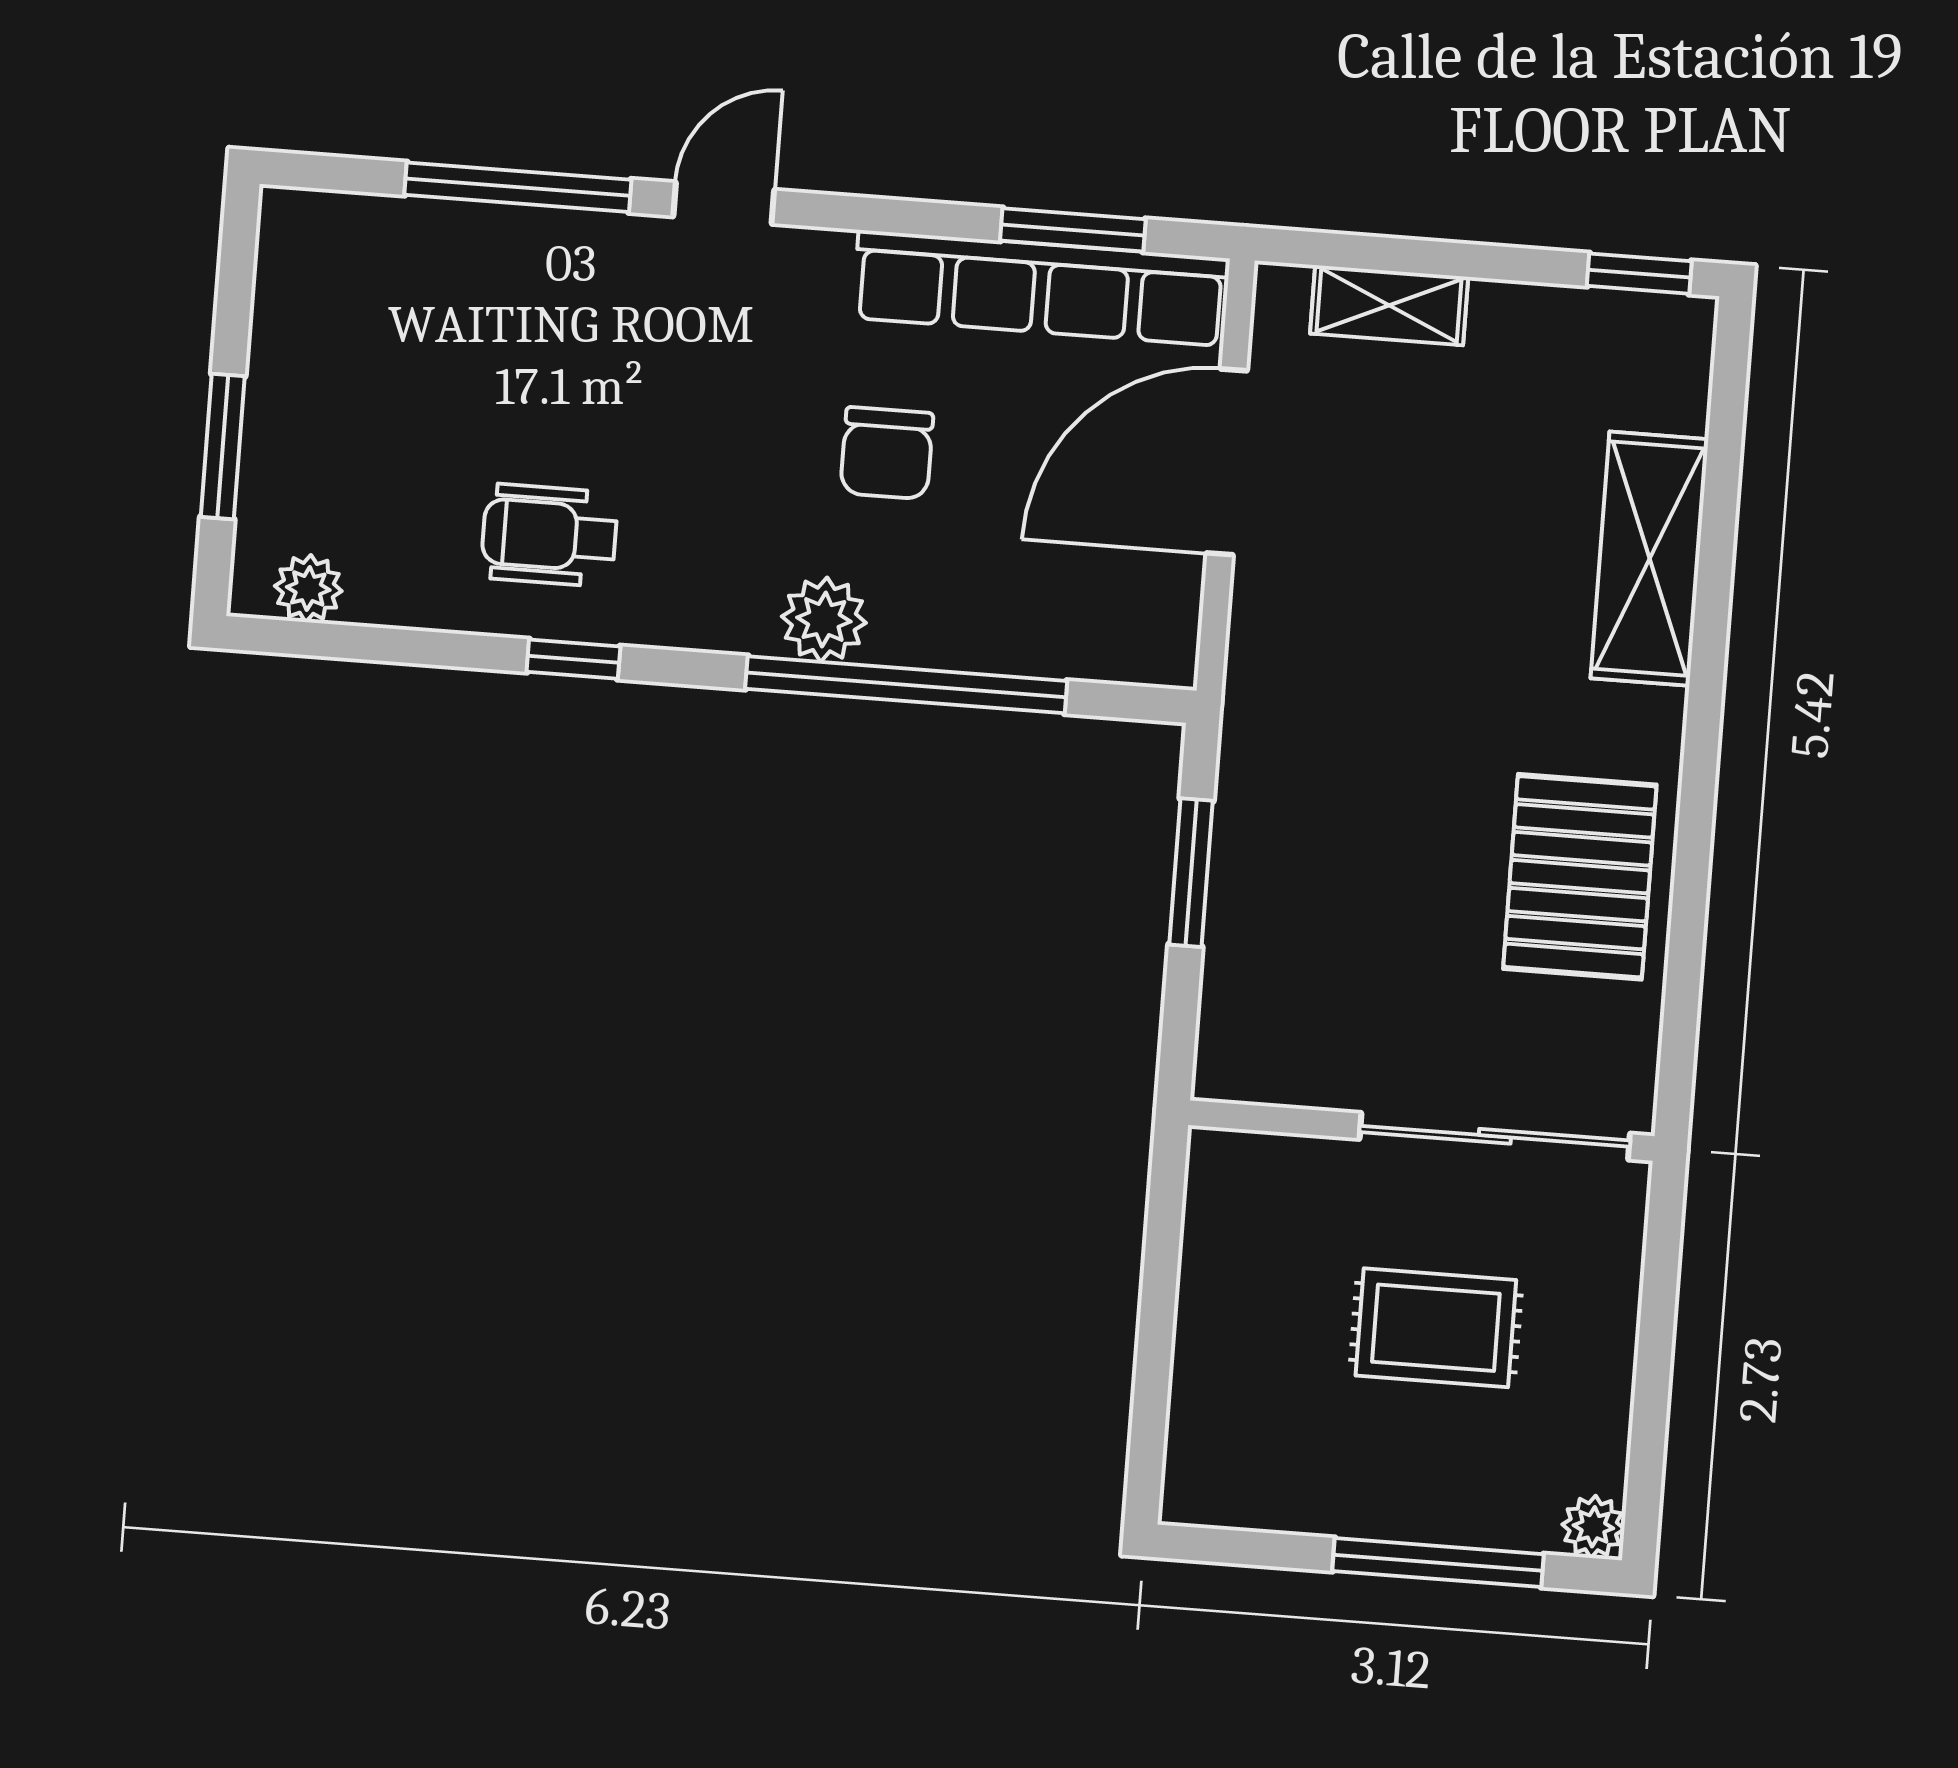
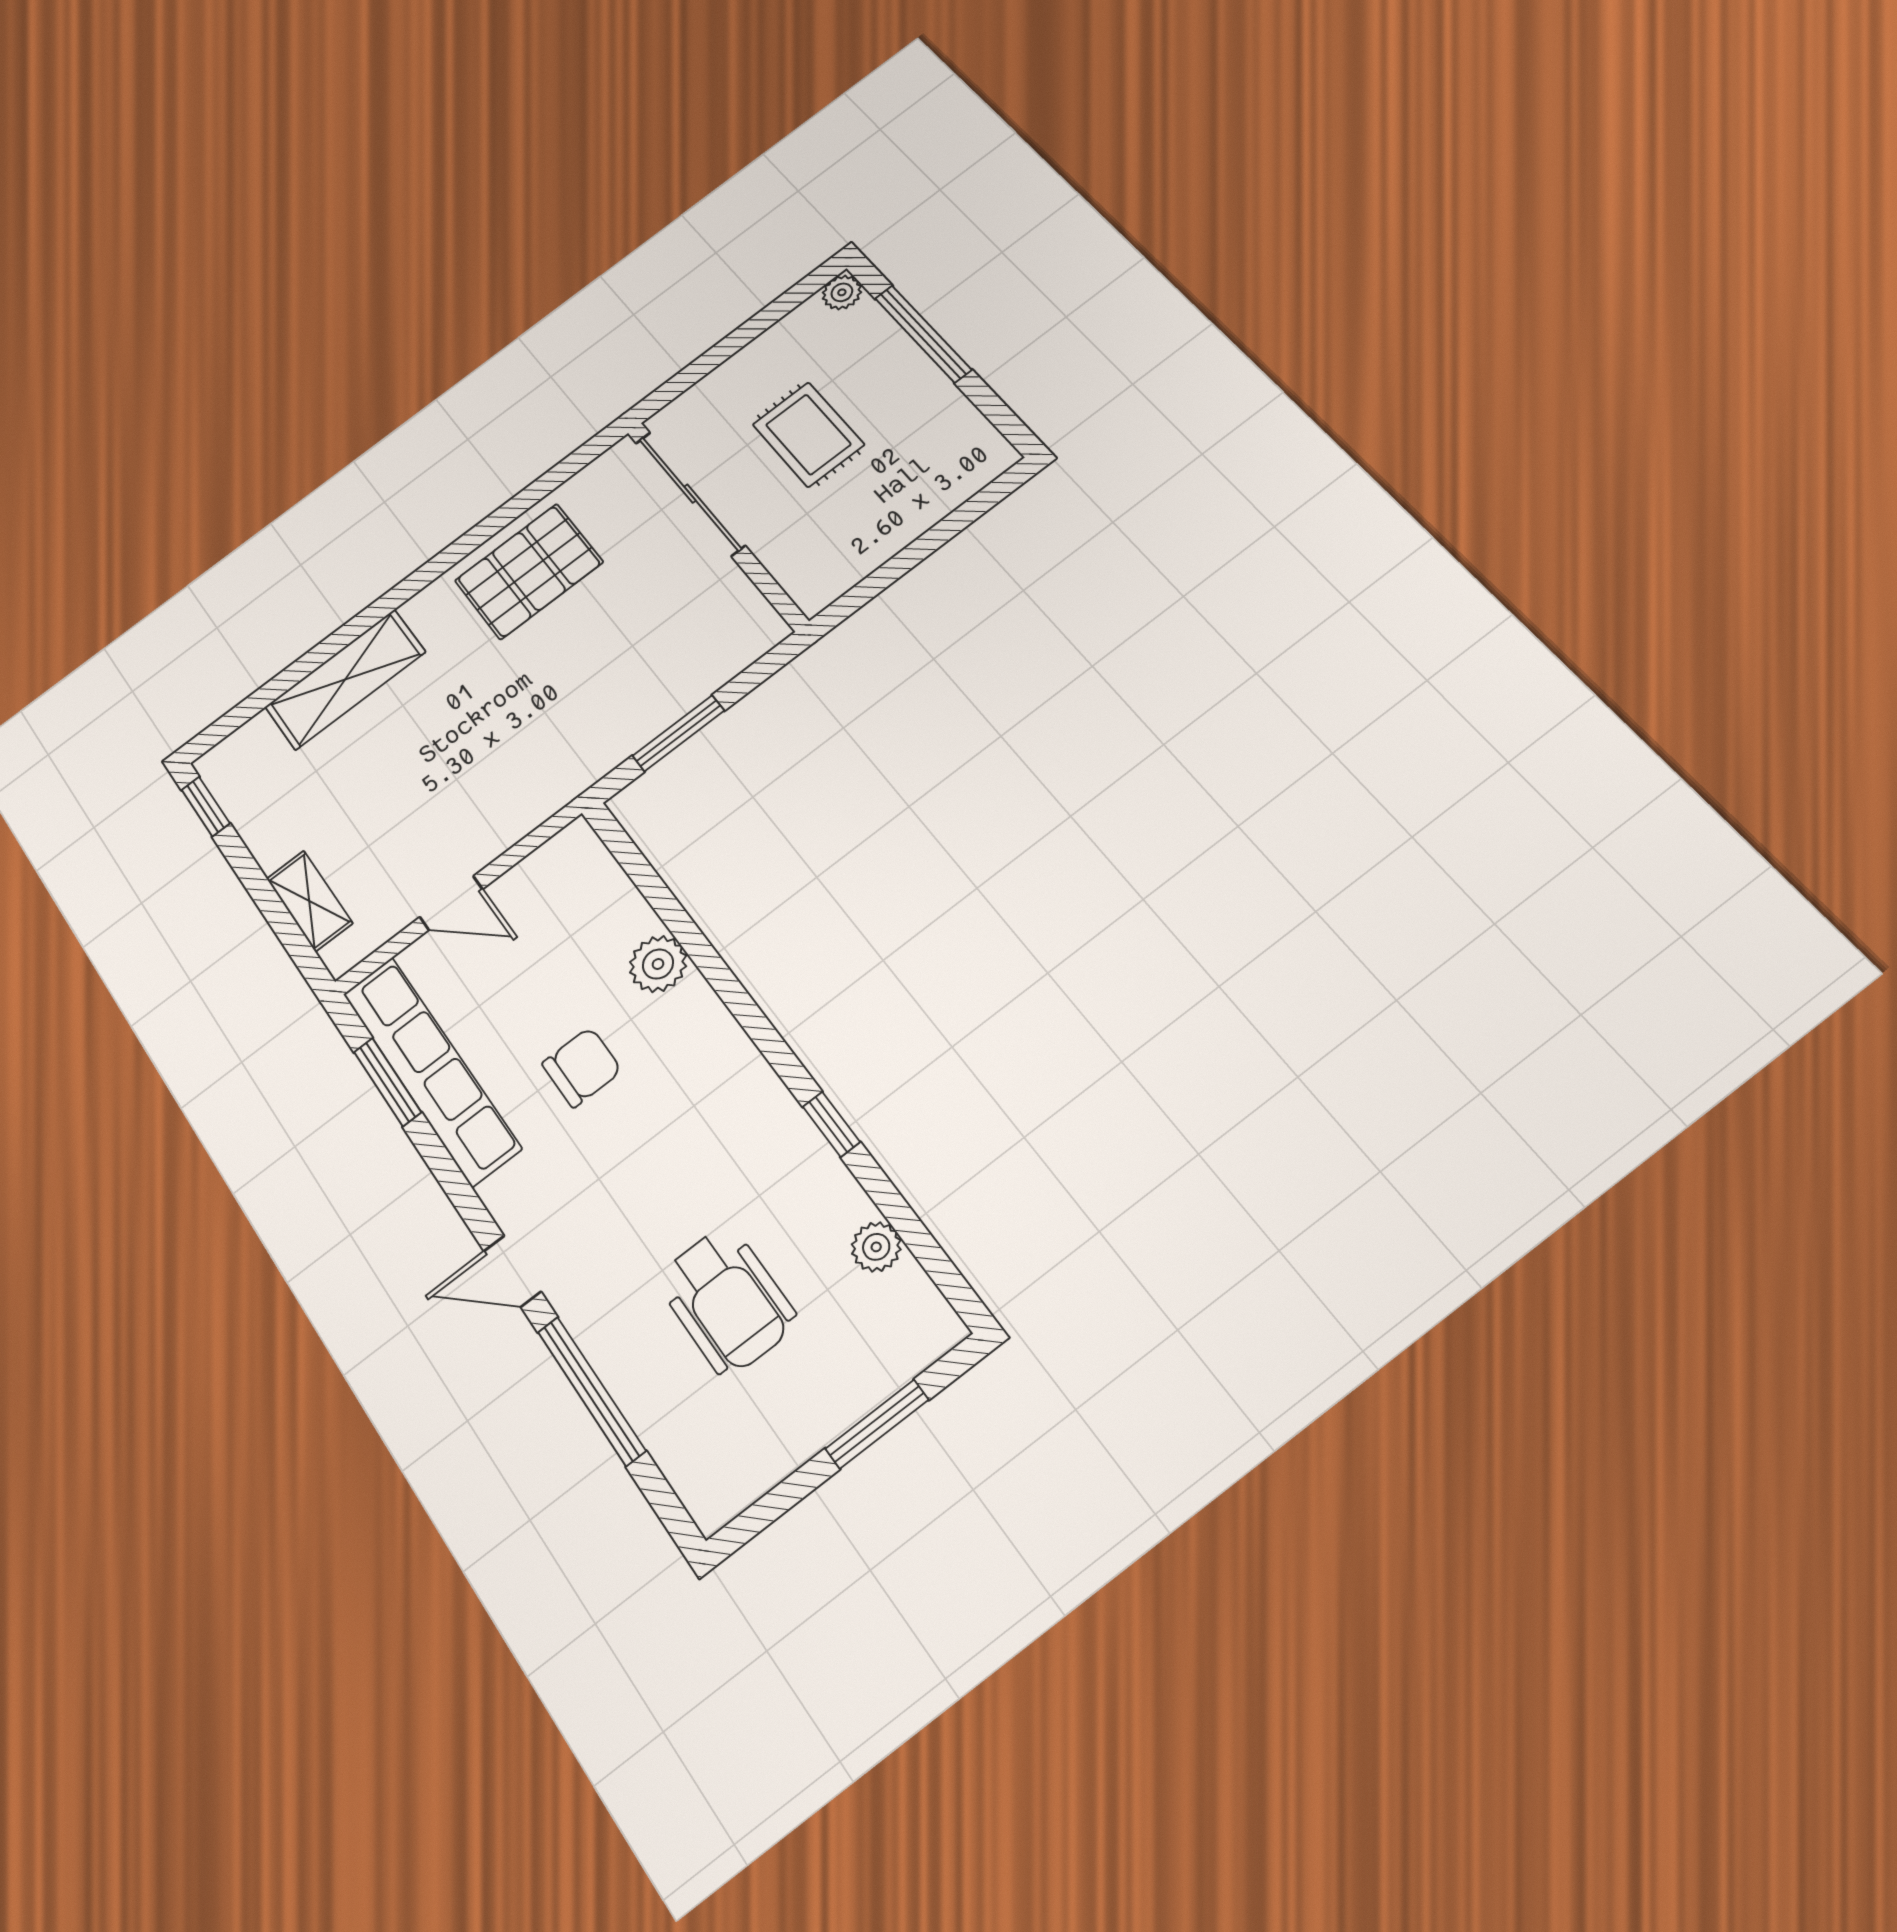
door: (1227, 462) -> (451, 903), width x0.53
wheelchair: (549, 535) -> (727, 1301), moved, width x1.36, depth x1.37
plant: (308, 588) -> (876, 1247), moved
plant: (824, 620) -> (658, 964), moved
window: (906, 685) -> (698, 948), removed

